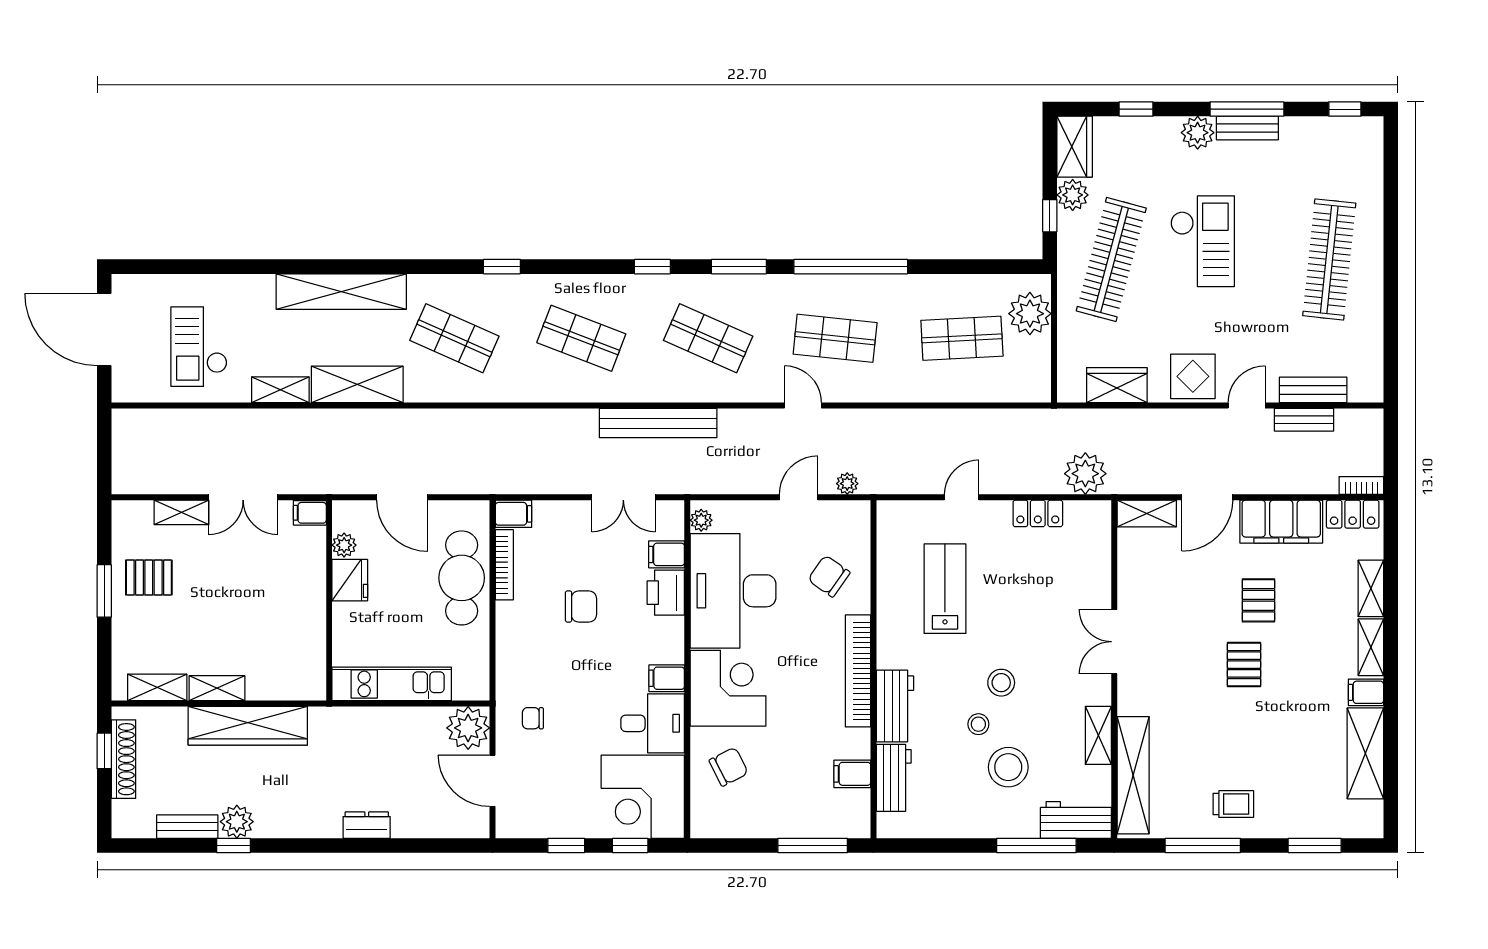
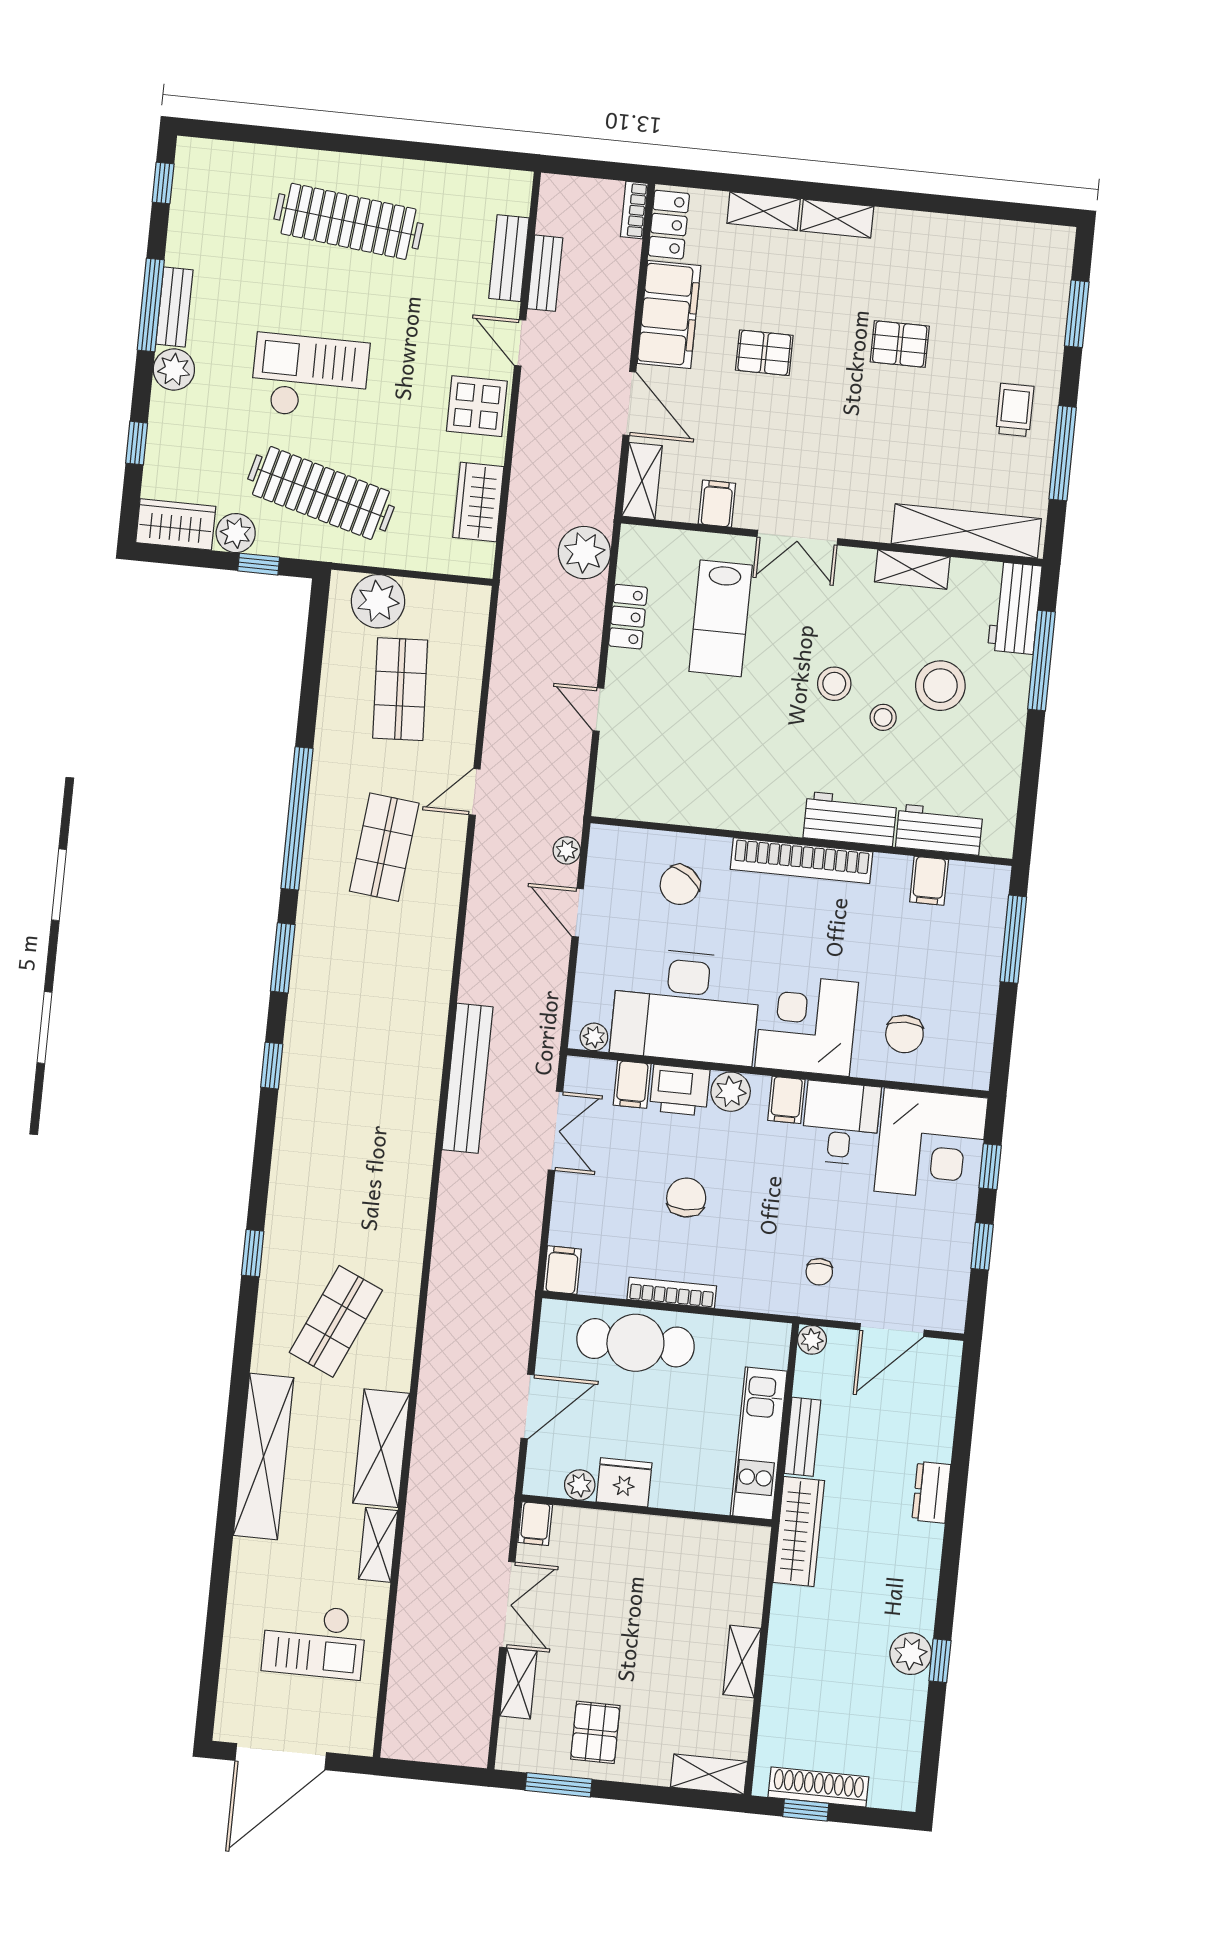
shop shelf: (581, 338) -> (352, 1163), removed
shop shelf: (708, 338) -> (368, 1005), removed
door: (803, 406) -> (475, 792), moved
bookcase: (504, 565) -> (672, 1293), moved
lab bench: (945, 589) -> (721, 618), moved, turned -90
window: (104, 591) -> (559, 1785), moved
plant: (669, 633) -> (731, 1092), added
pallet: (1244, 665) -> (900, 344), moved
shelving: (157, 687) -> (709, 1774), moved, turned 90
filing cabinet: (1366, 692) -> (717, 504), moved, turned 180
wardrobe: (248, 726) -> (799, 1531), moved, width x0.71, depth x0.85
plant: (468, 728) -> (812, 1340), width x0.53, depth x0.53
shelving: (1365, 753) -> (968, 239), removed
chair: (729, 767) -> (904, 1034), turned -153
bench: (187, 827) -> (802, 1437), moved

